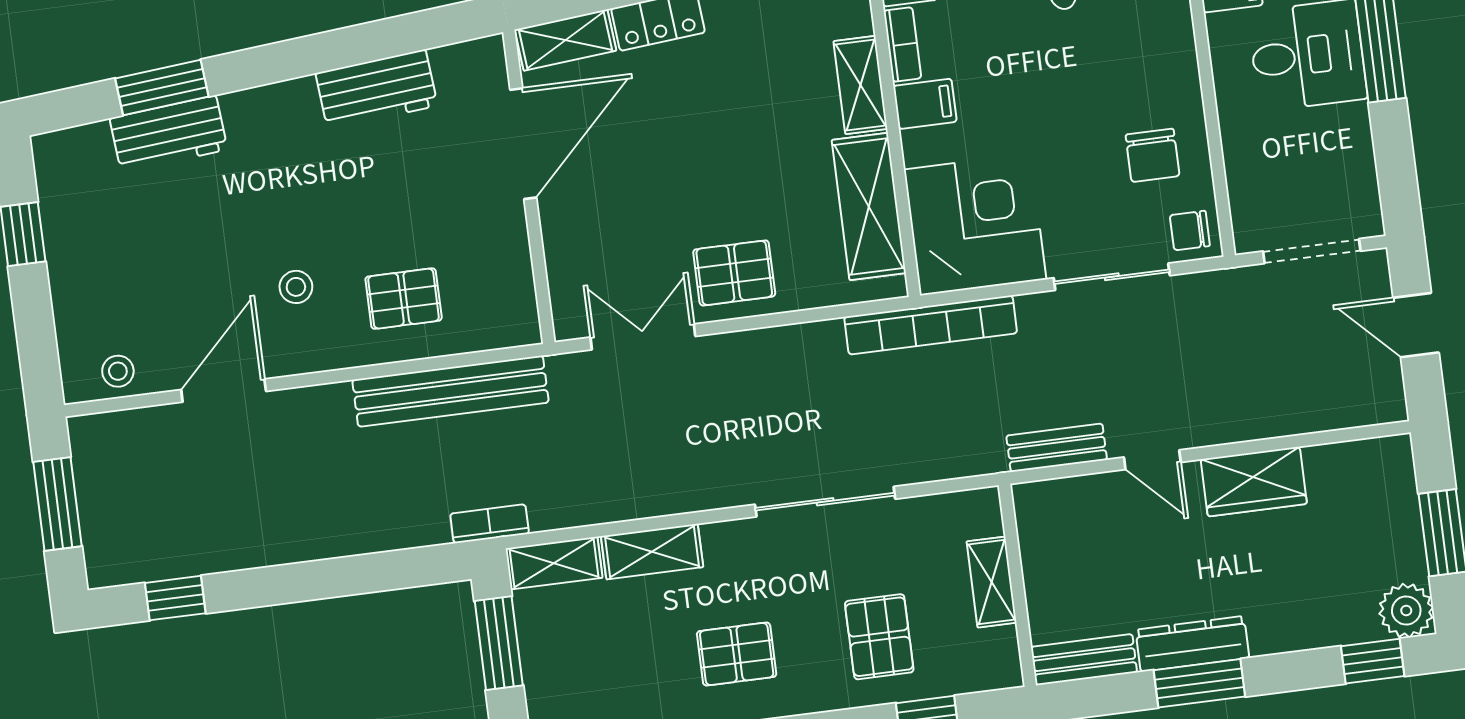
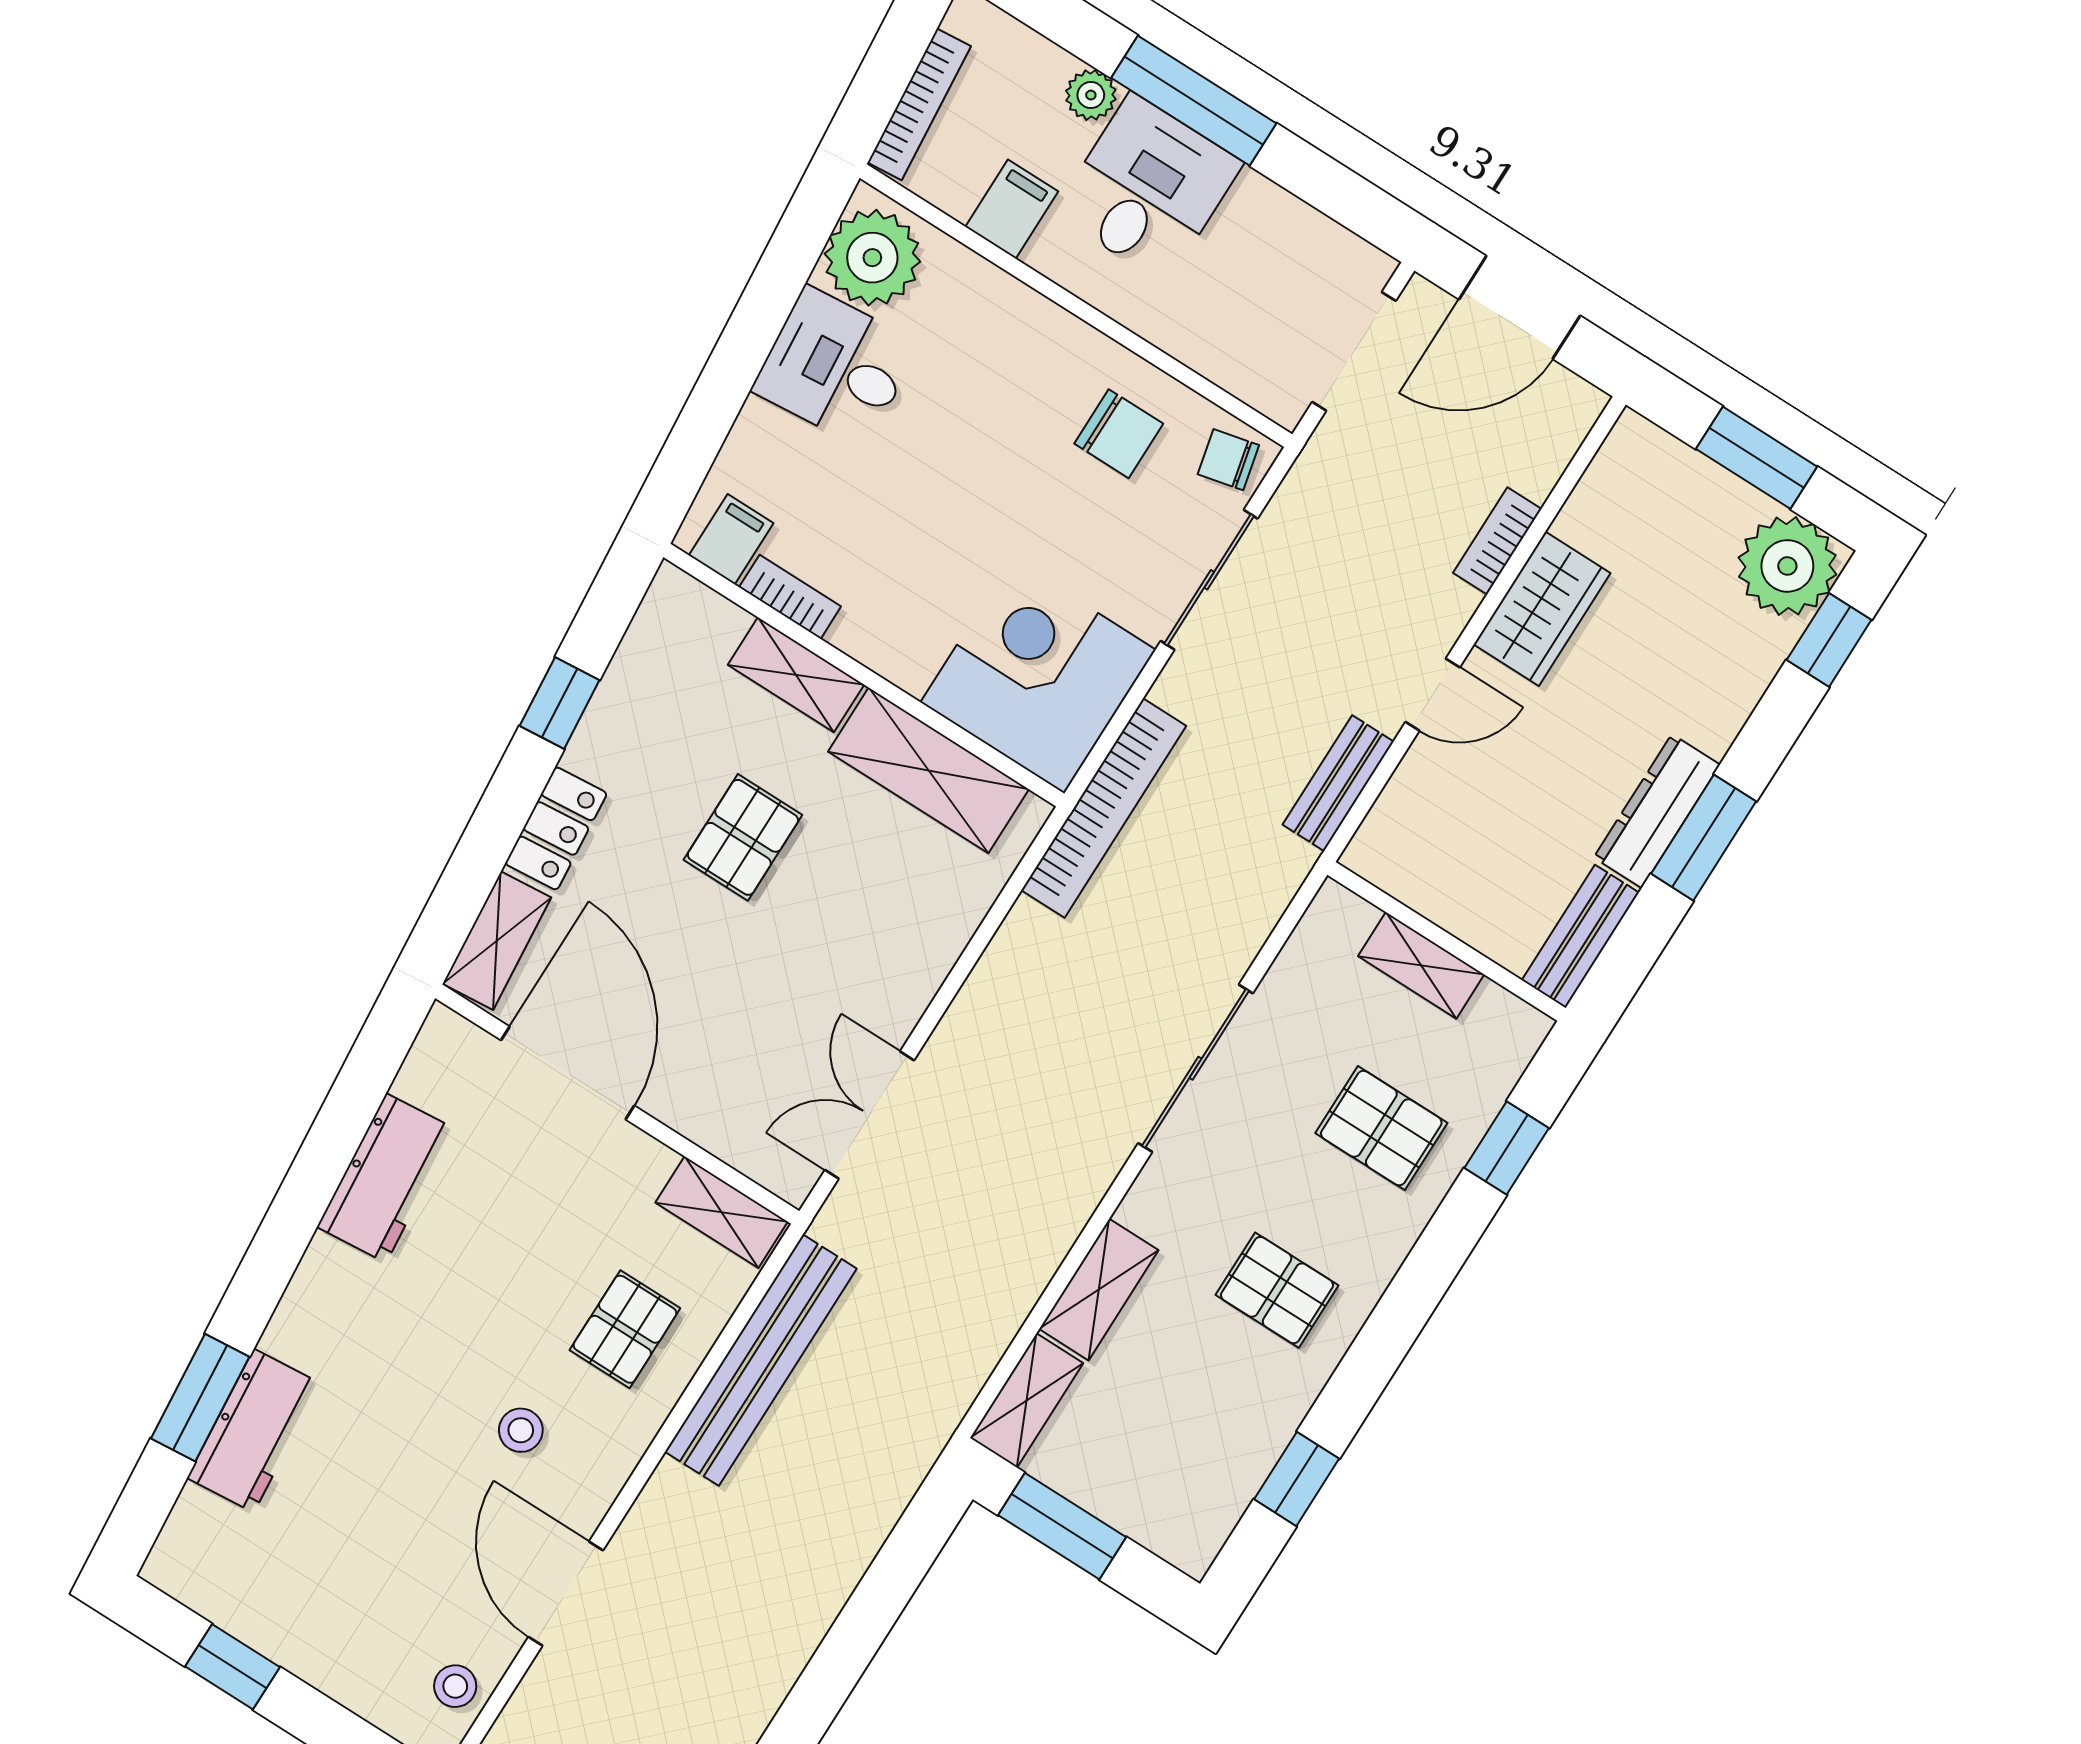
filing cabinet: (925, 104) -> (871, 624), removed
chair: (1190, 231) -> (1228, 460), turned 77
pallet: (734, 273) -> (743, 837), moved
shelving: (517, 298) -> (721, 1212), added
door: (1416, 325) -> (1520, 307), width x1.38
bookcase: (490, 524) -> (1497, 541), moved
plant: (1406, 611) -> (1787, 566), width x1.36, depth x1.36
pallet: (737, 654) -> (1277, 1290), turned 90

